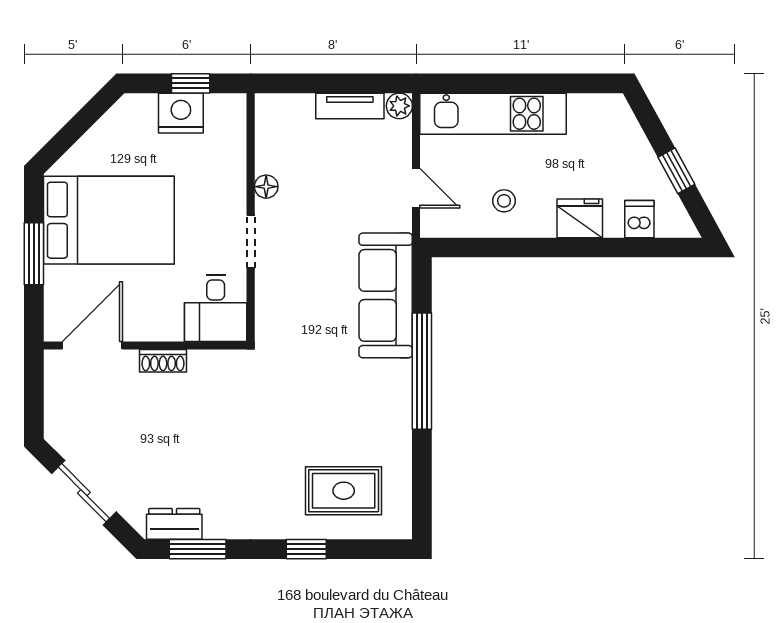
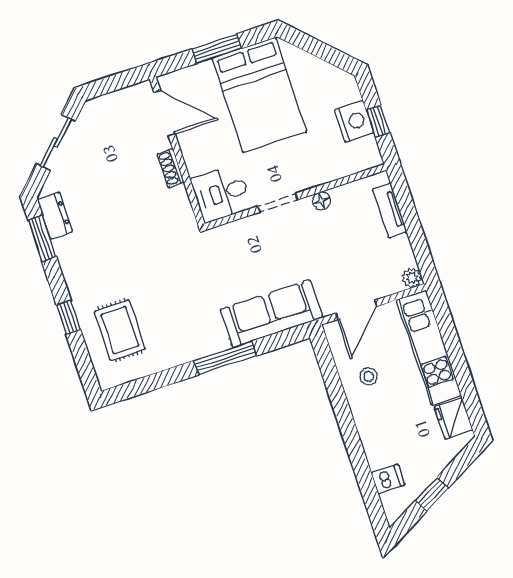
tv unit: (350, 106) -> (390, 211), moved
door: (416, 188) -> (356, 310), width x1.38
fridge: (580, 218) -> (454, 419), moved, turned 180
window: (422, 371) -> (225, 358), width x0.68

